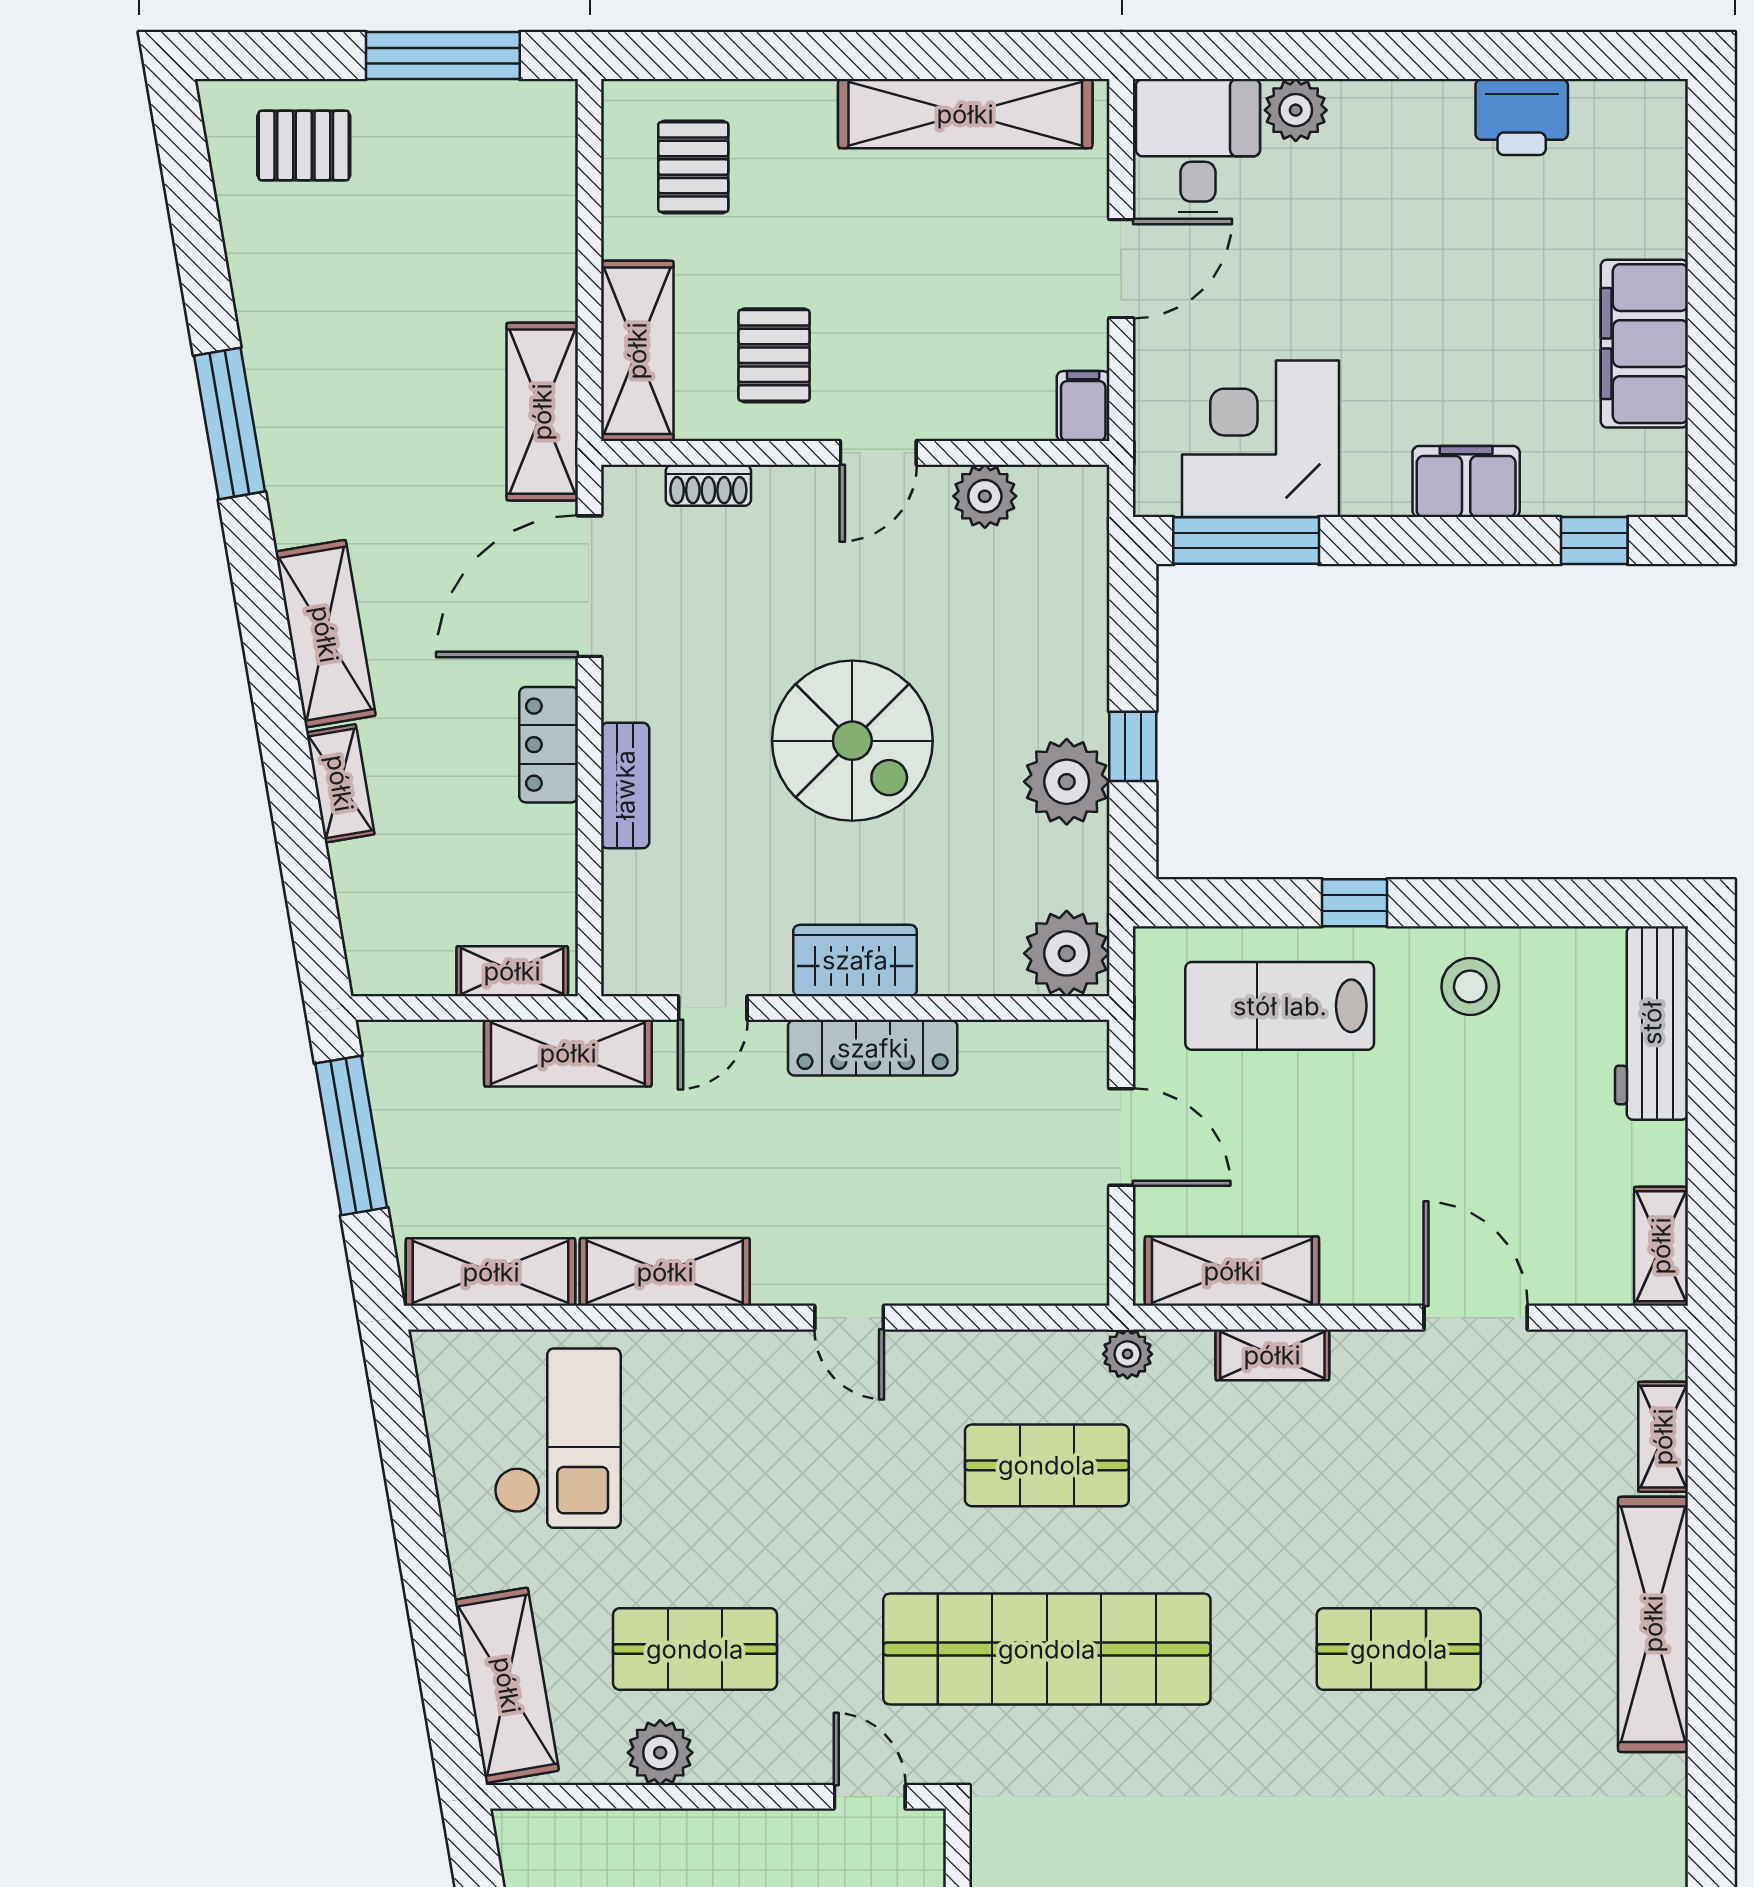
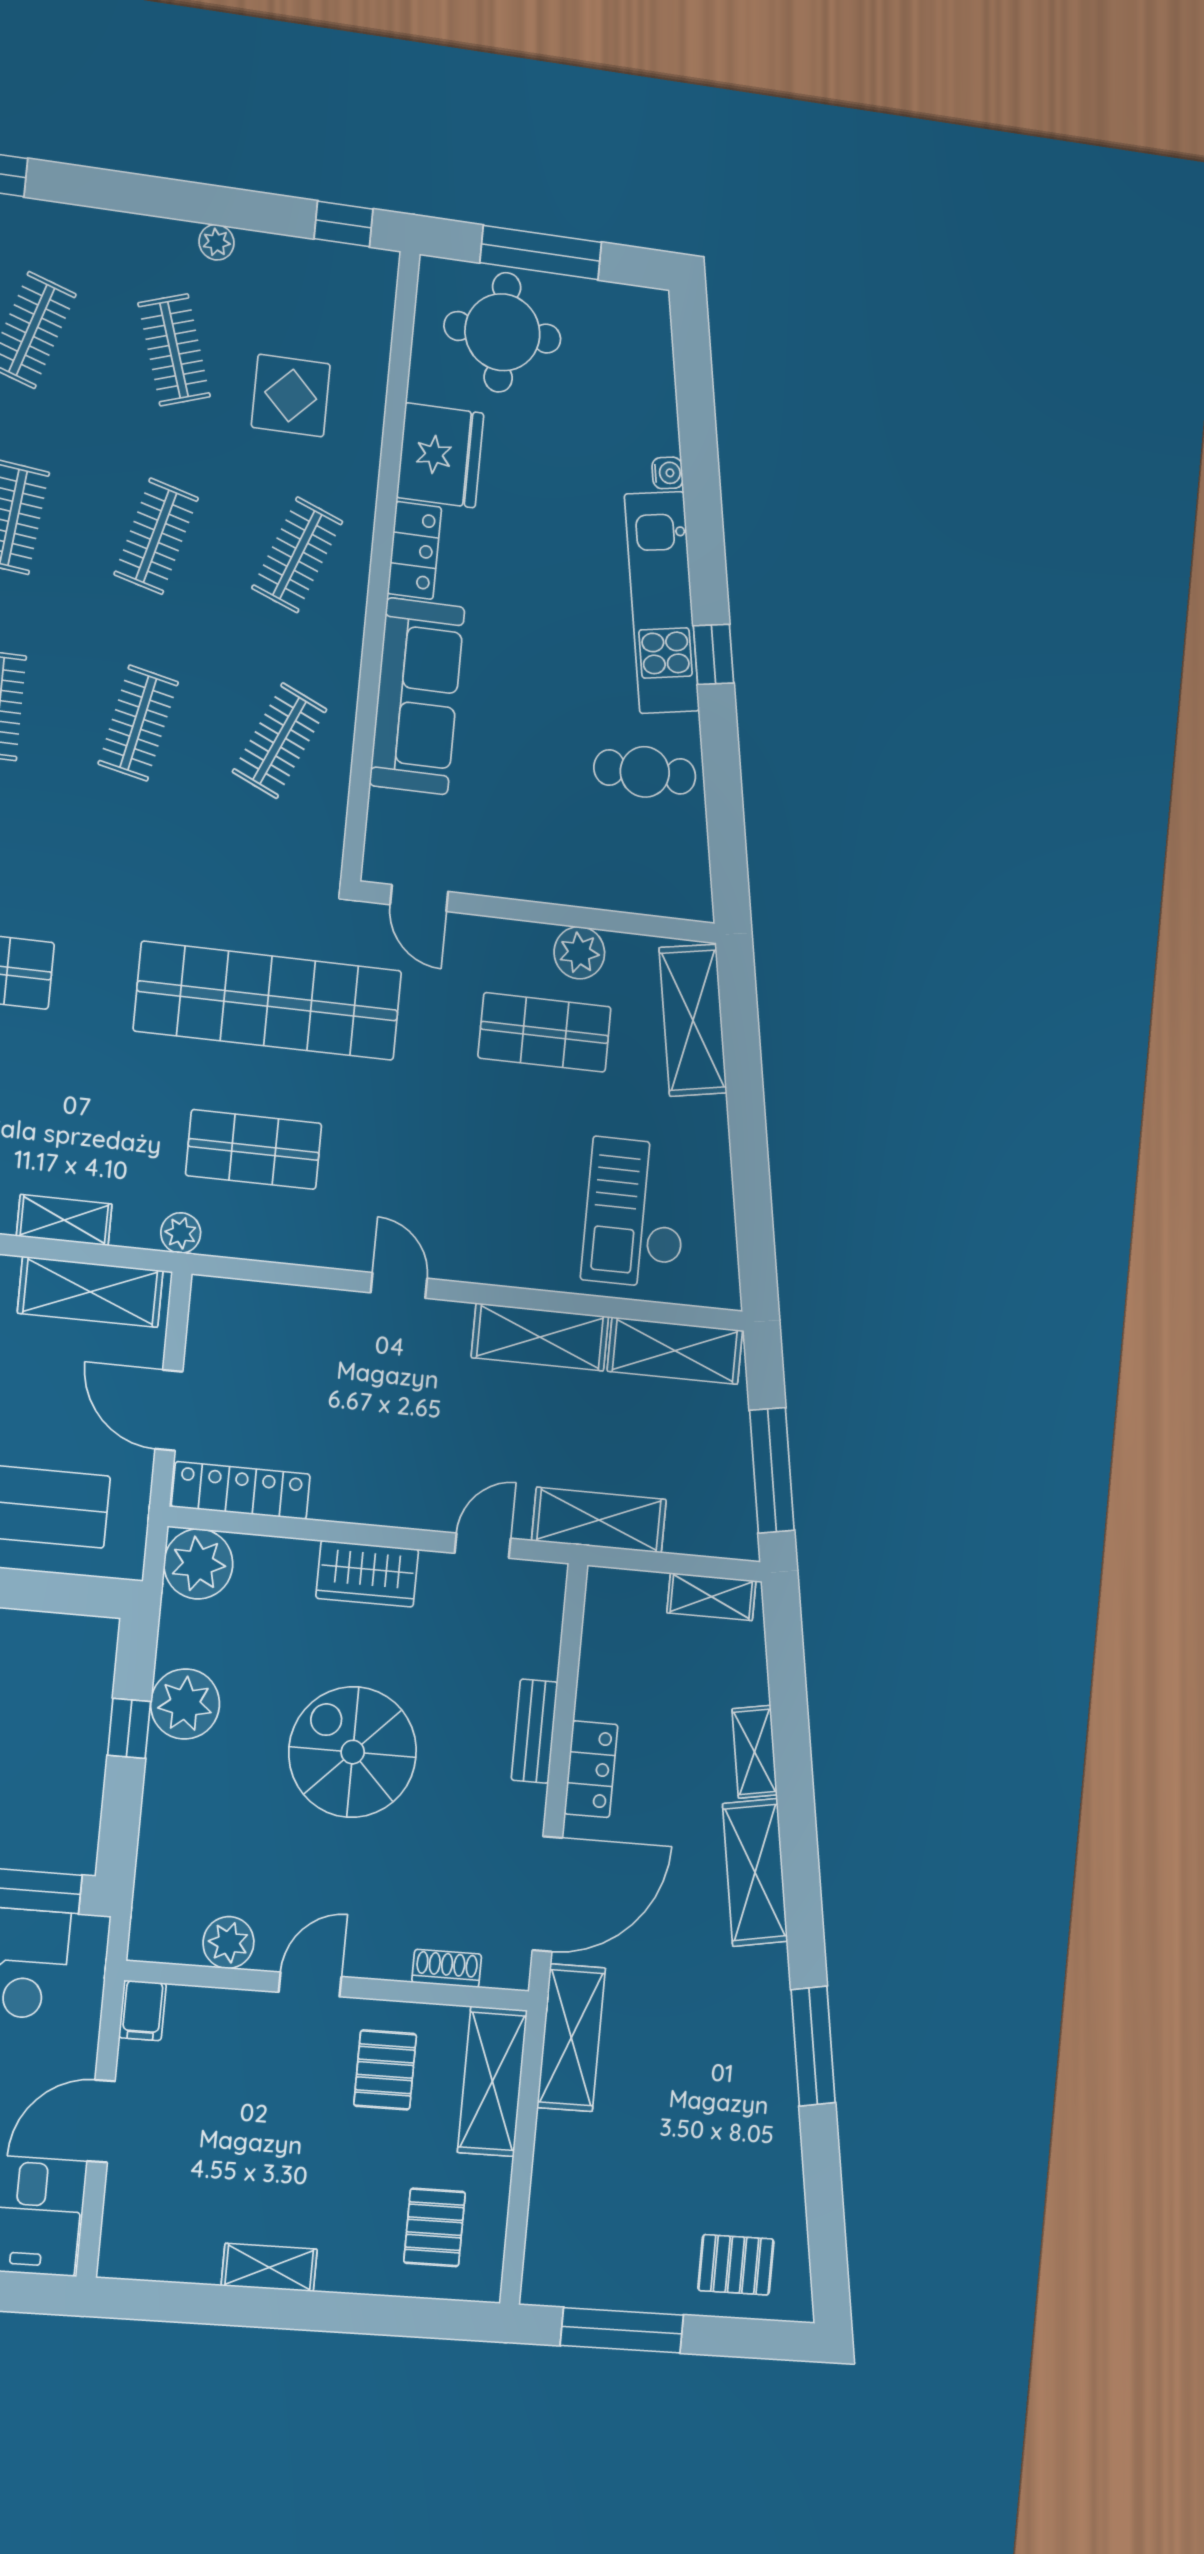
shelving: (965, 114) -> (269, 2267), width x0.45, depth x0.75
shelving: (512, 971) -> (711, 1597), moved
locker: (873, 1048) -> (241, 1491), moved

